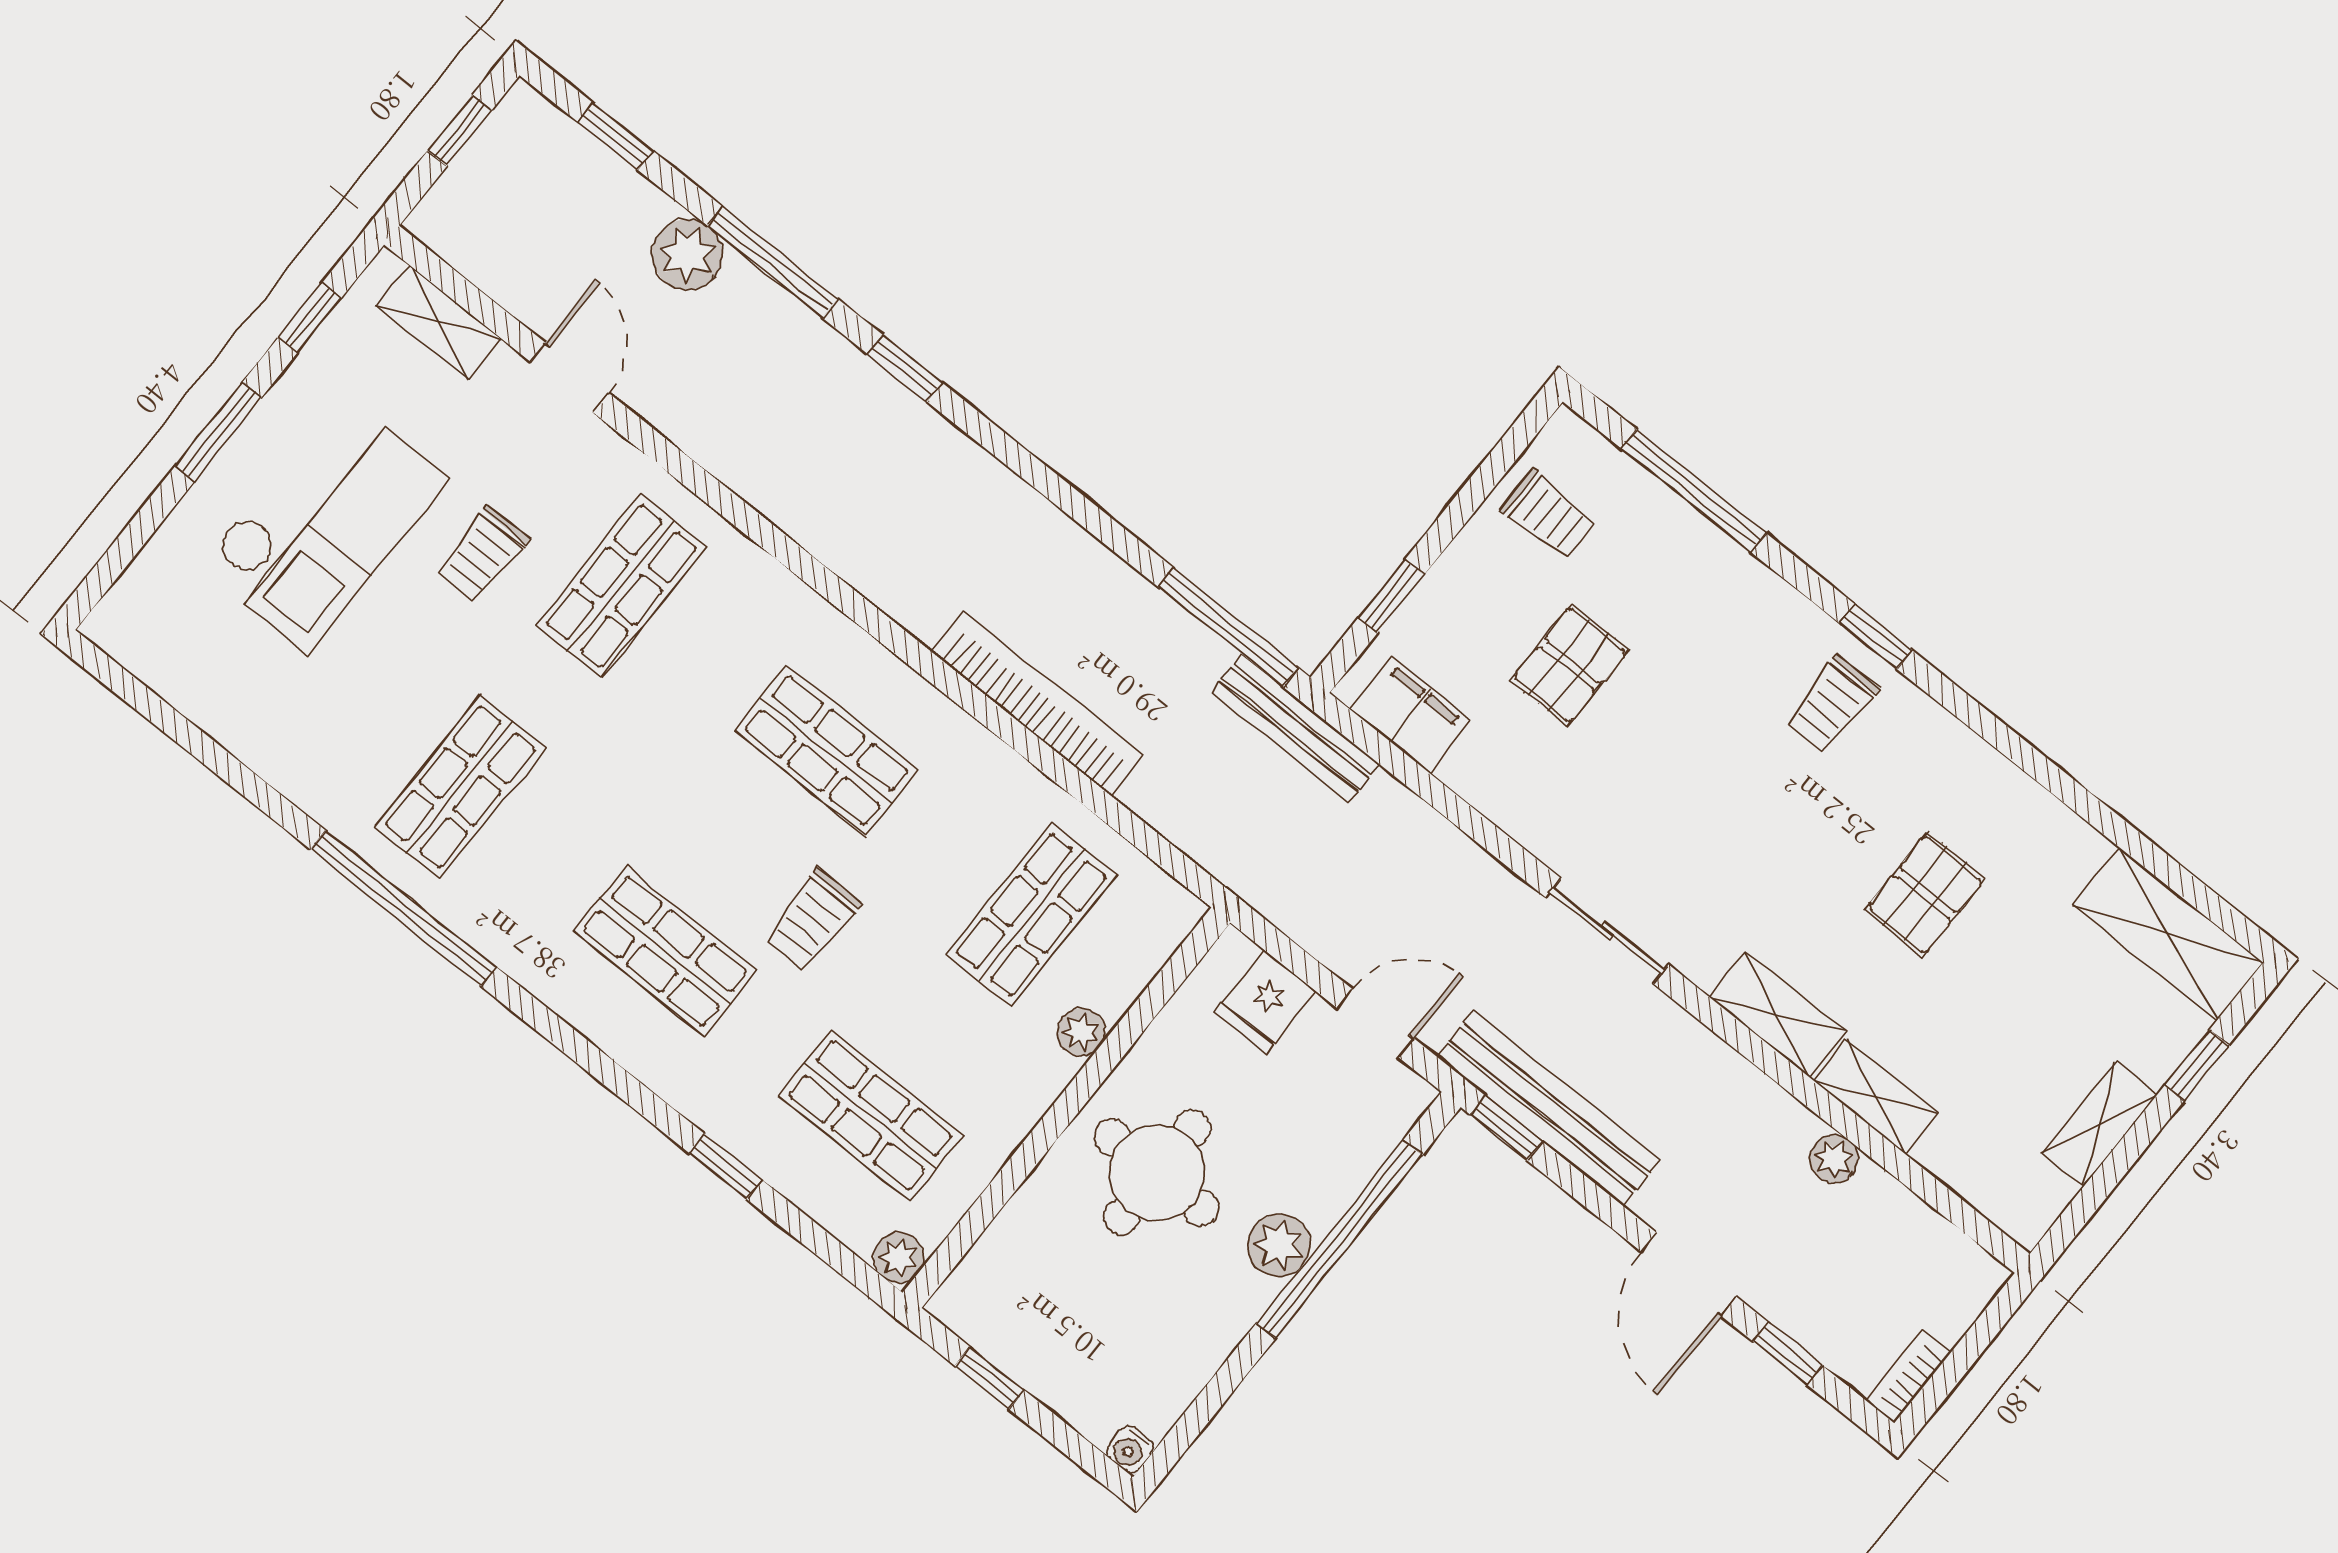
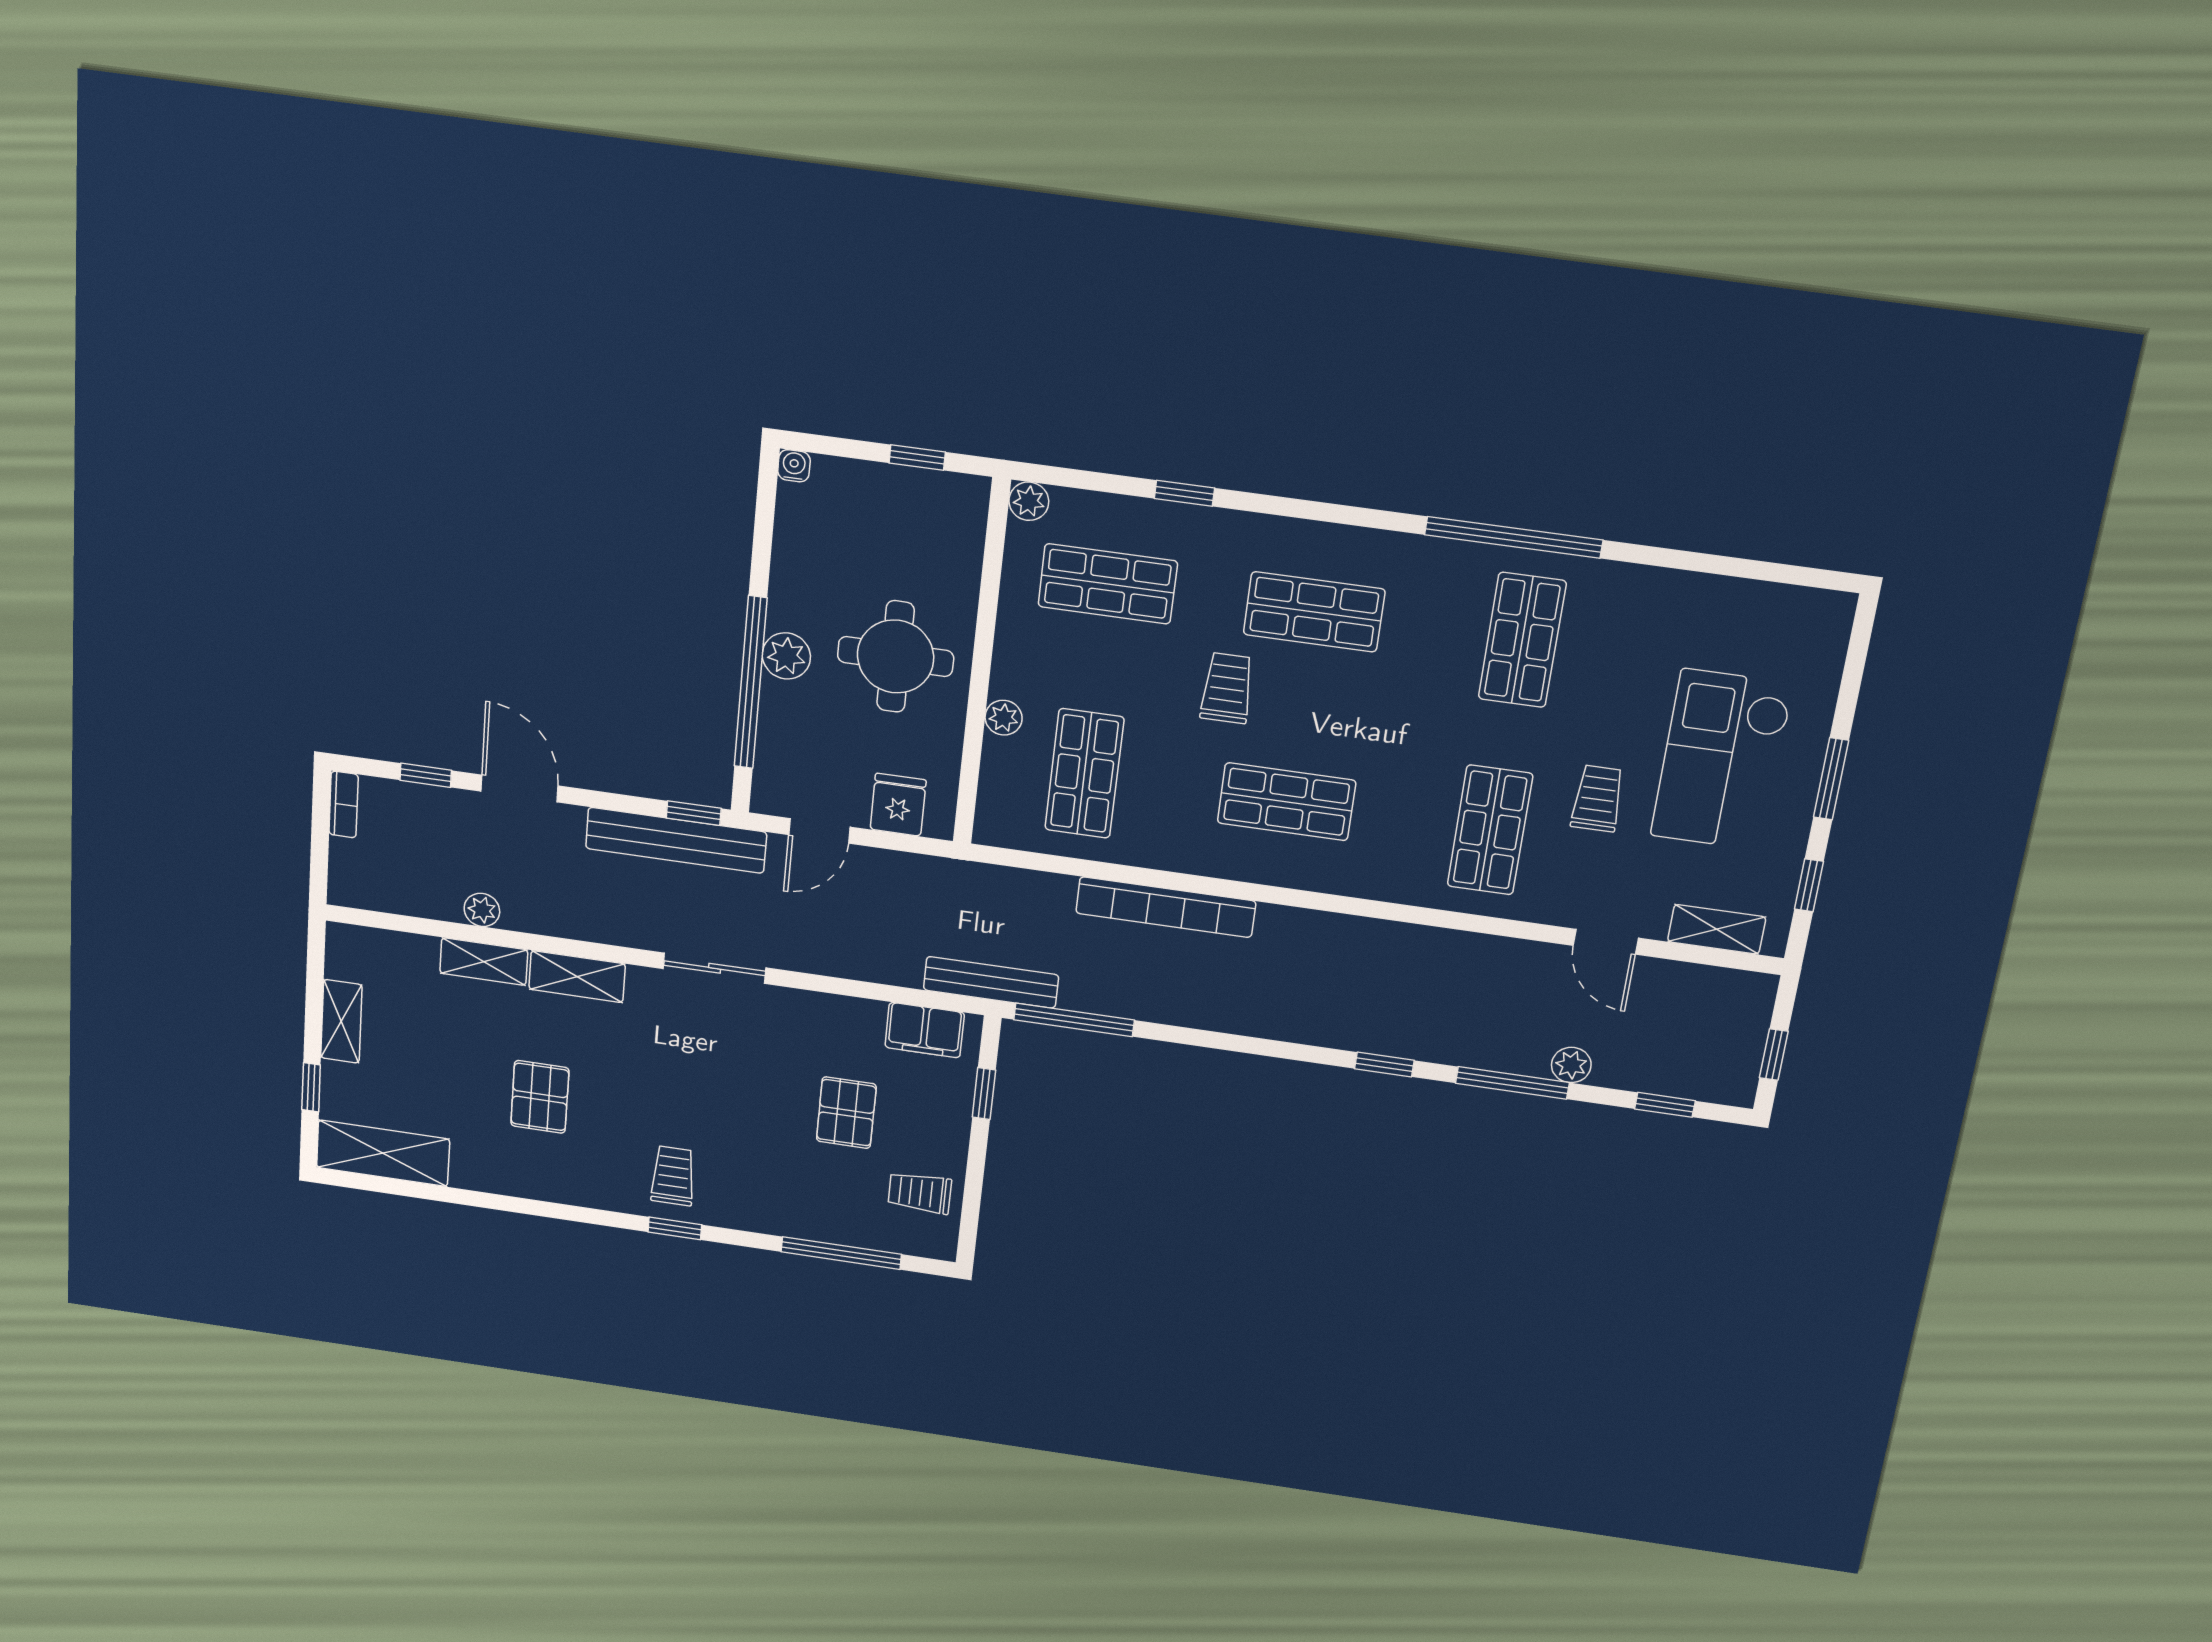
plant: (687, 254) -> (1571, 1065), width x0.73, depth x0.73

